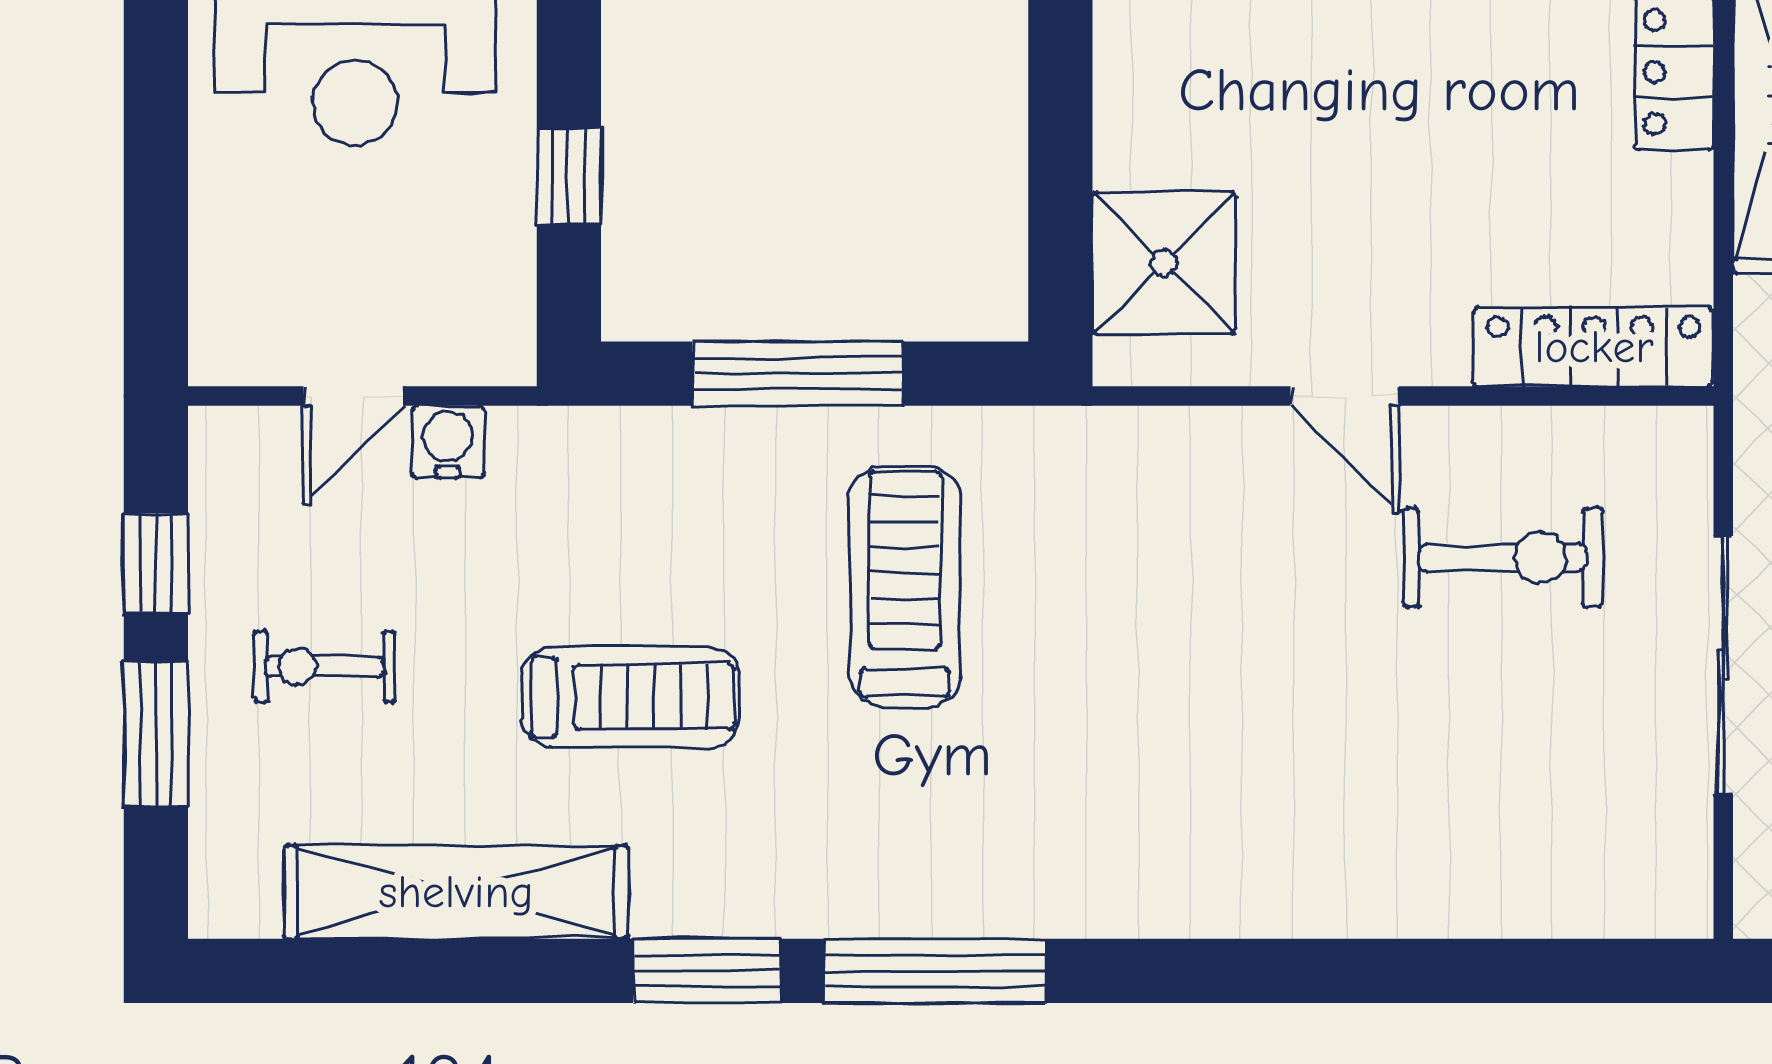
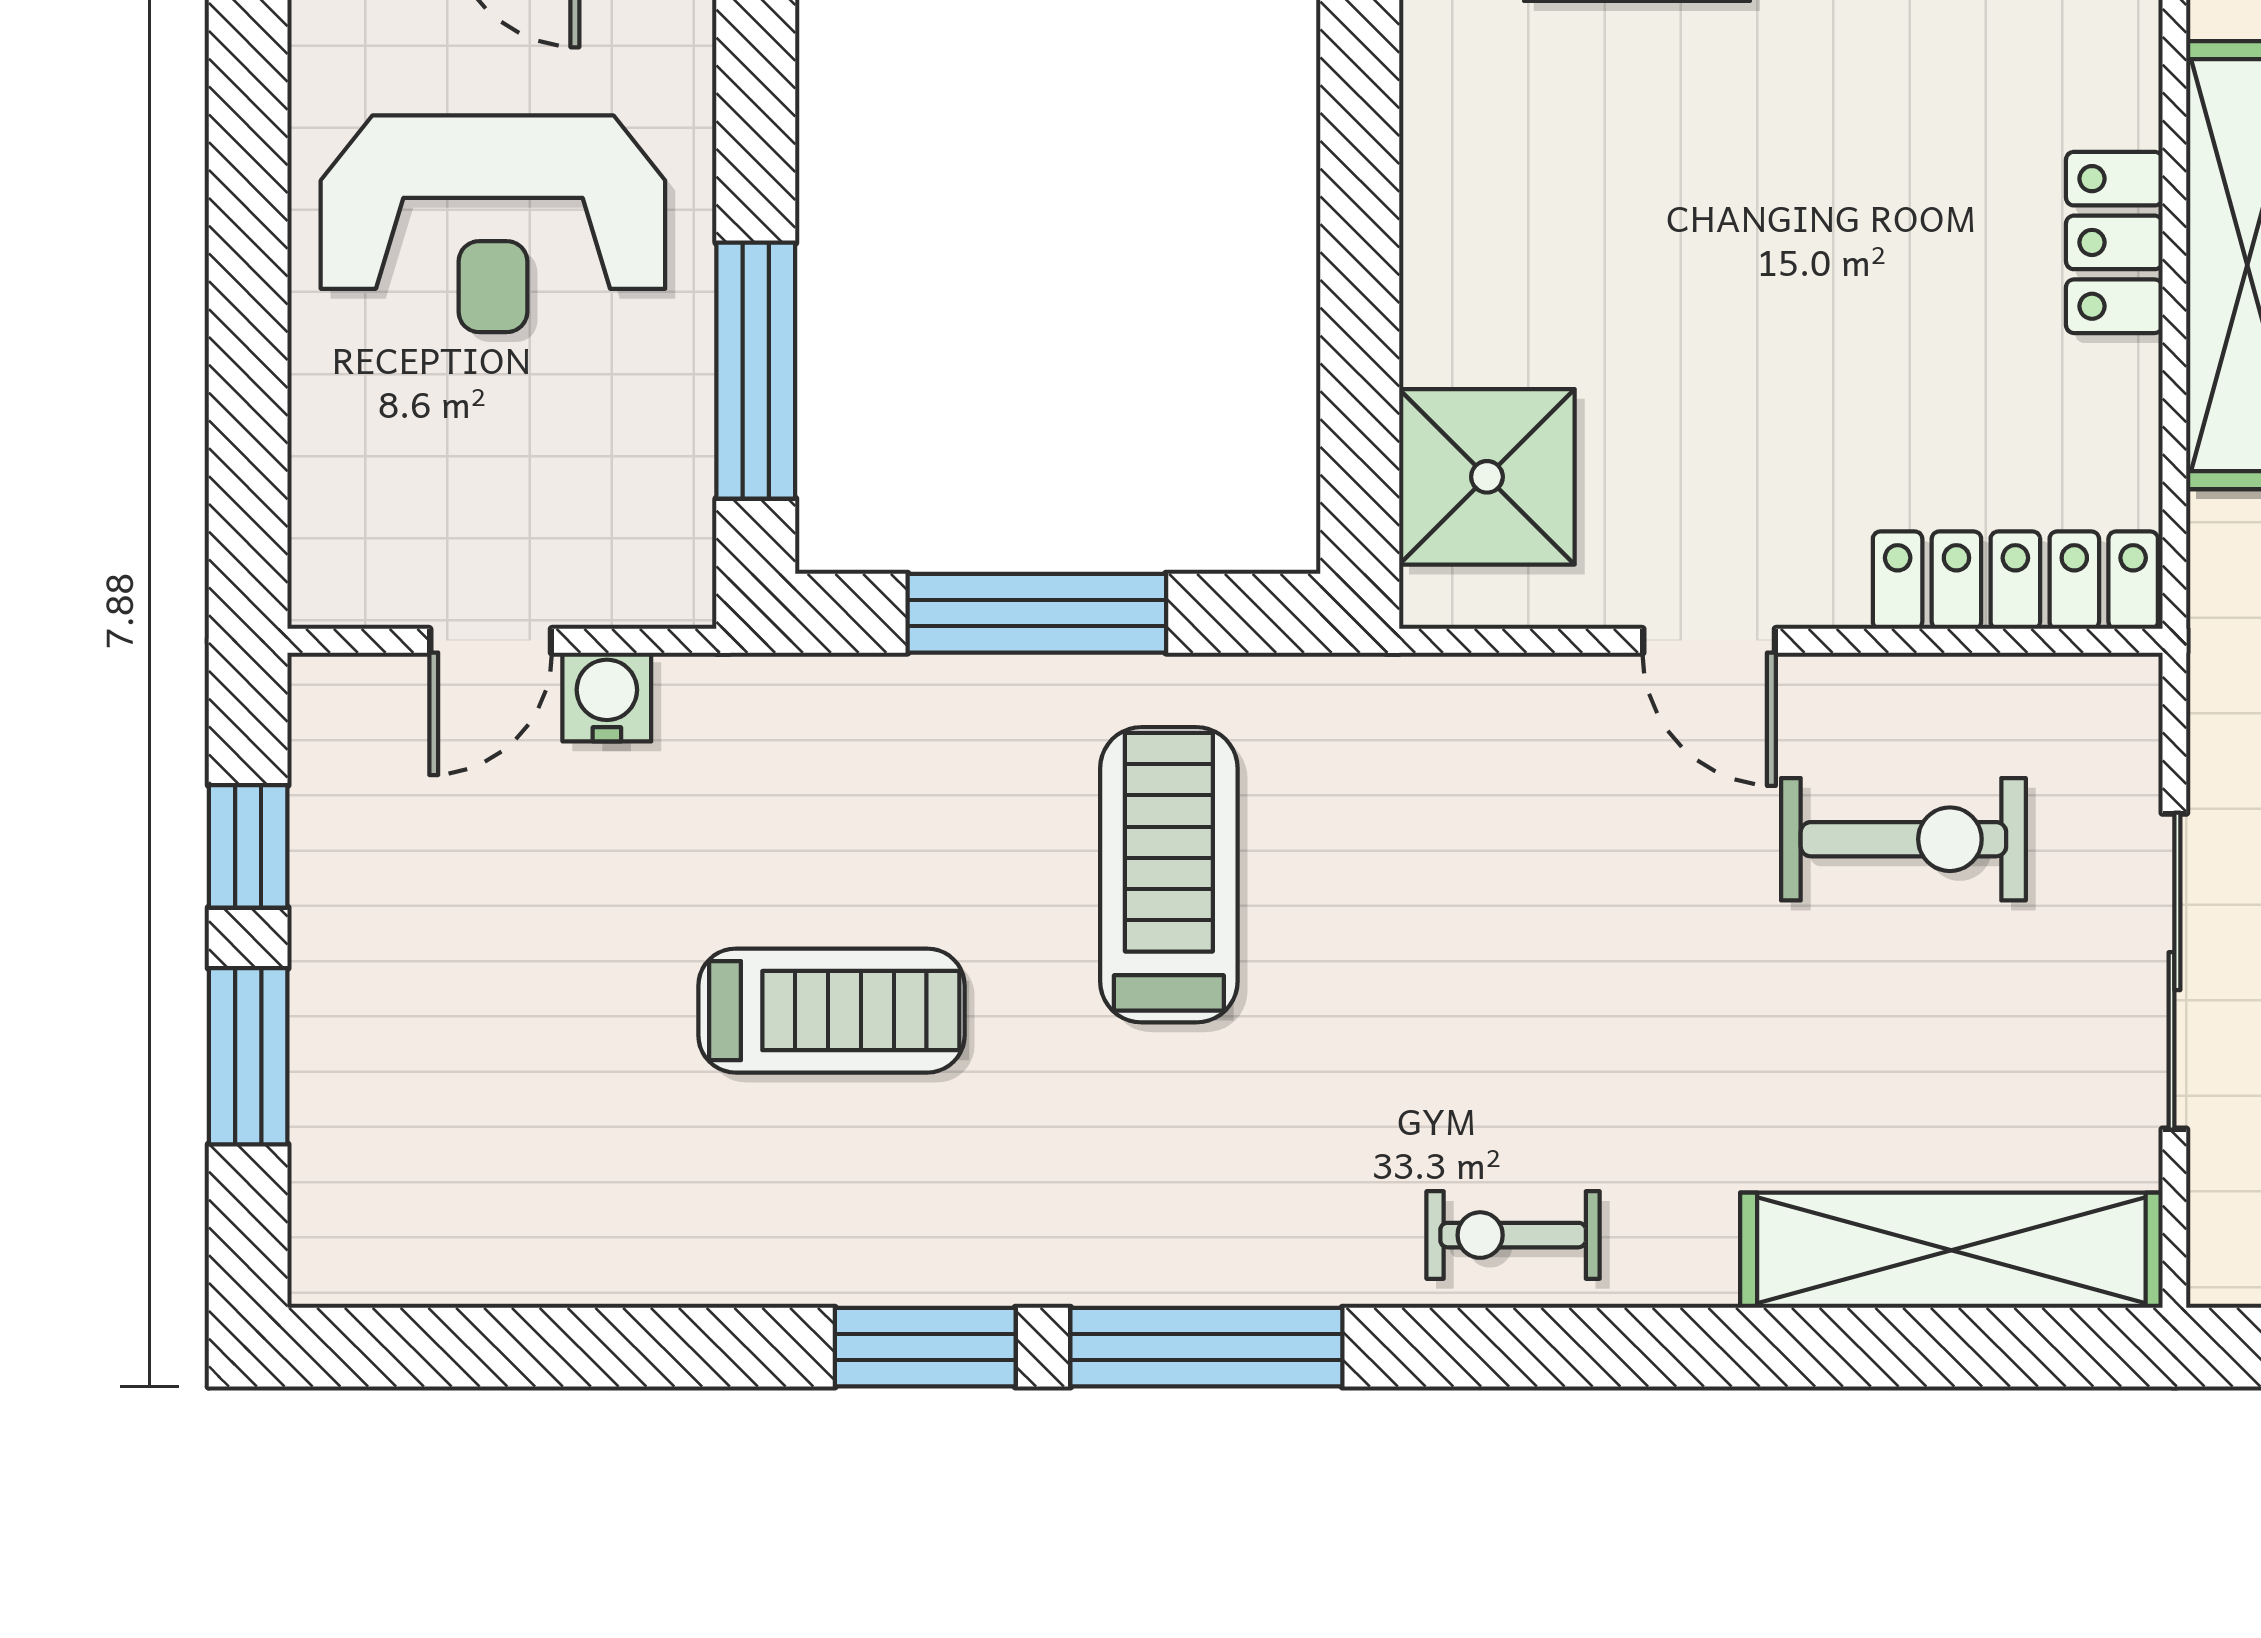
window: (569, 176) -> (756, 371), width x2.17
exercise bike: (324, 667) -> (1513, 1235), moved
shelving: (456, 892) -> (1951, 1250), moved

